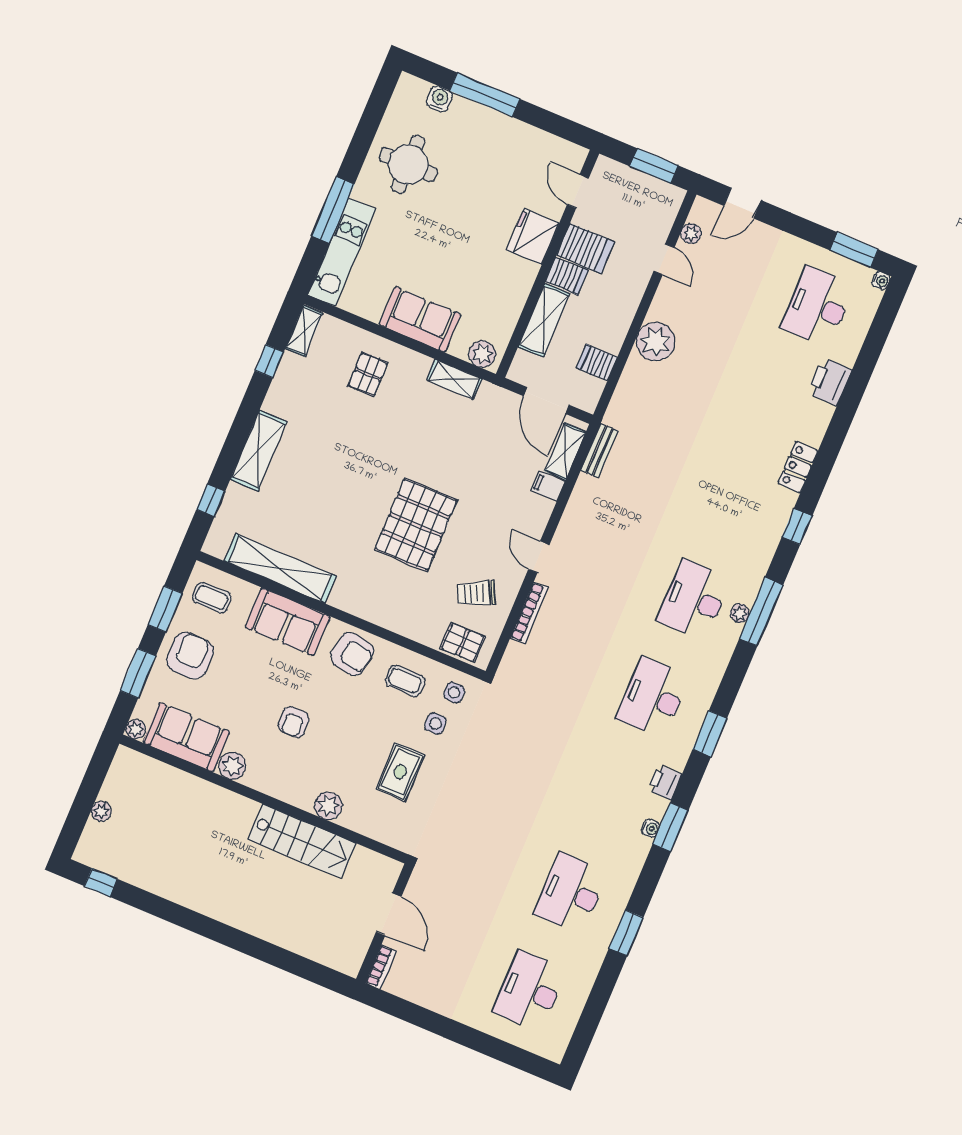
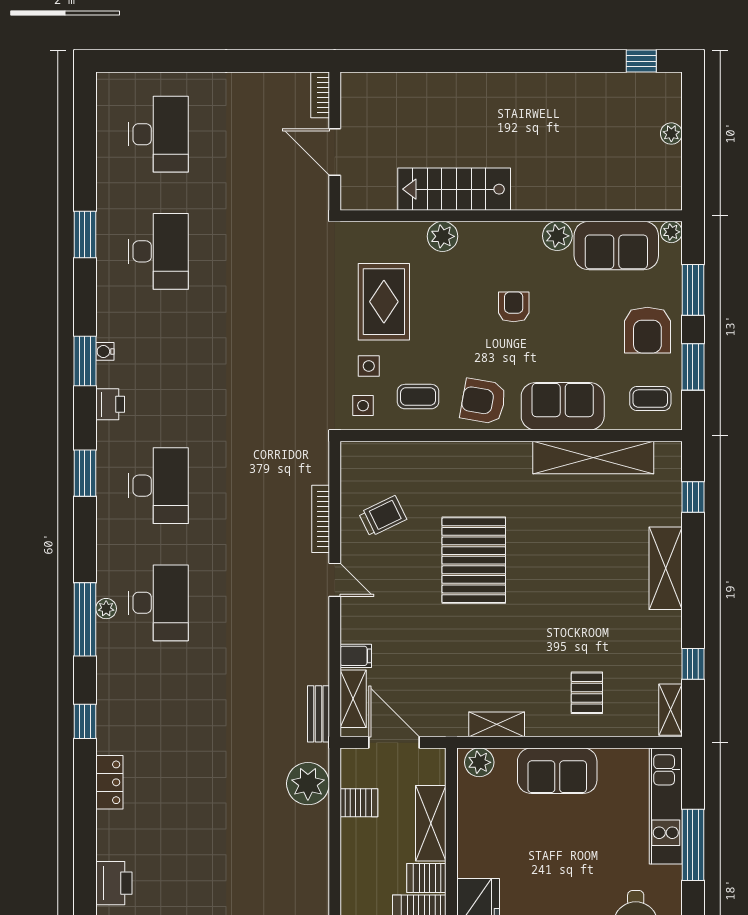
plant: (656, 342) -> (308, 784), moved
pallet: (463, 642) -> (376, 460), removed
rug: (400, 772) -> (384, 302), width x1.36, depth x1.43

